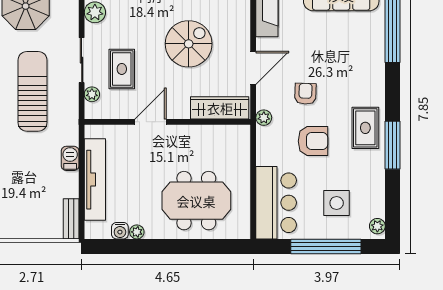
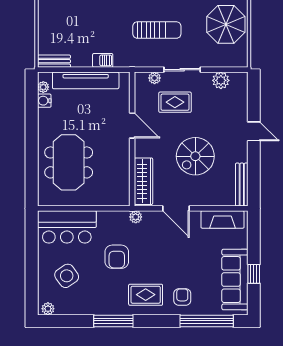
spiral stairs: (189, 44) -> (195, 156), turned 90
sun lounger: (33, 91) -> (157, 30), width x0.73, depth x0.75
armchair: (305, 94) -> (182, 297), moved, turned -92
rug: (365, 128) -> (146, 295), moved
side table: (337, 203) -> (67, 276), turned -35
plant: (137, 232) -> (43, 87), moved
window: (326, 246) -> (32, 267), removed

